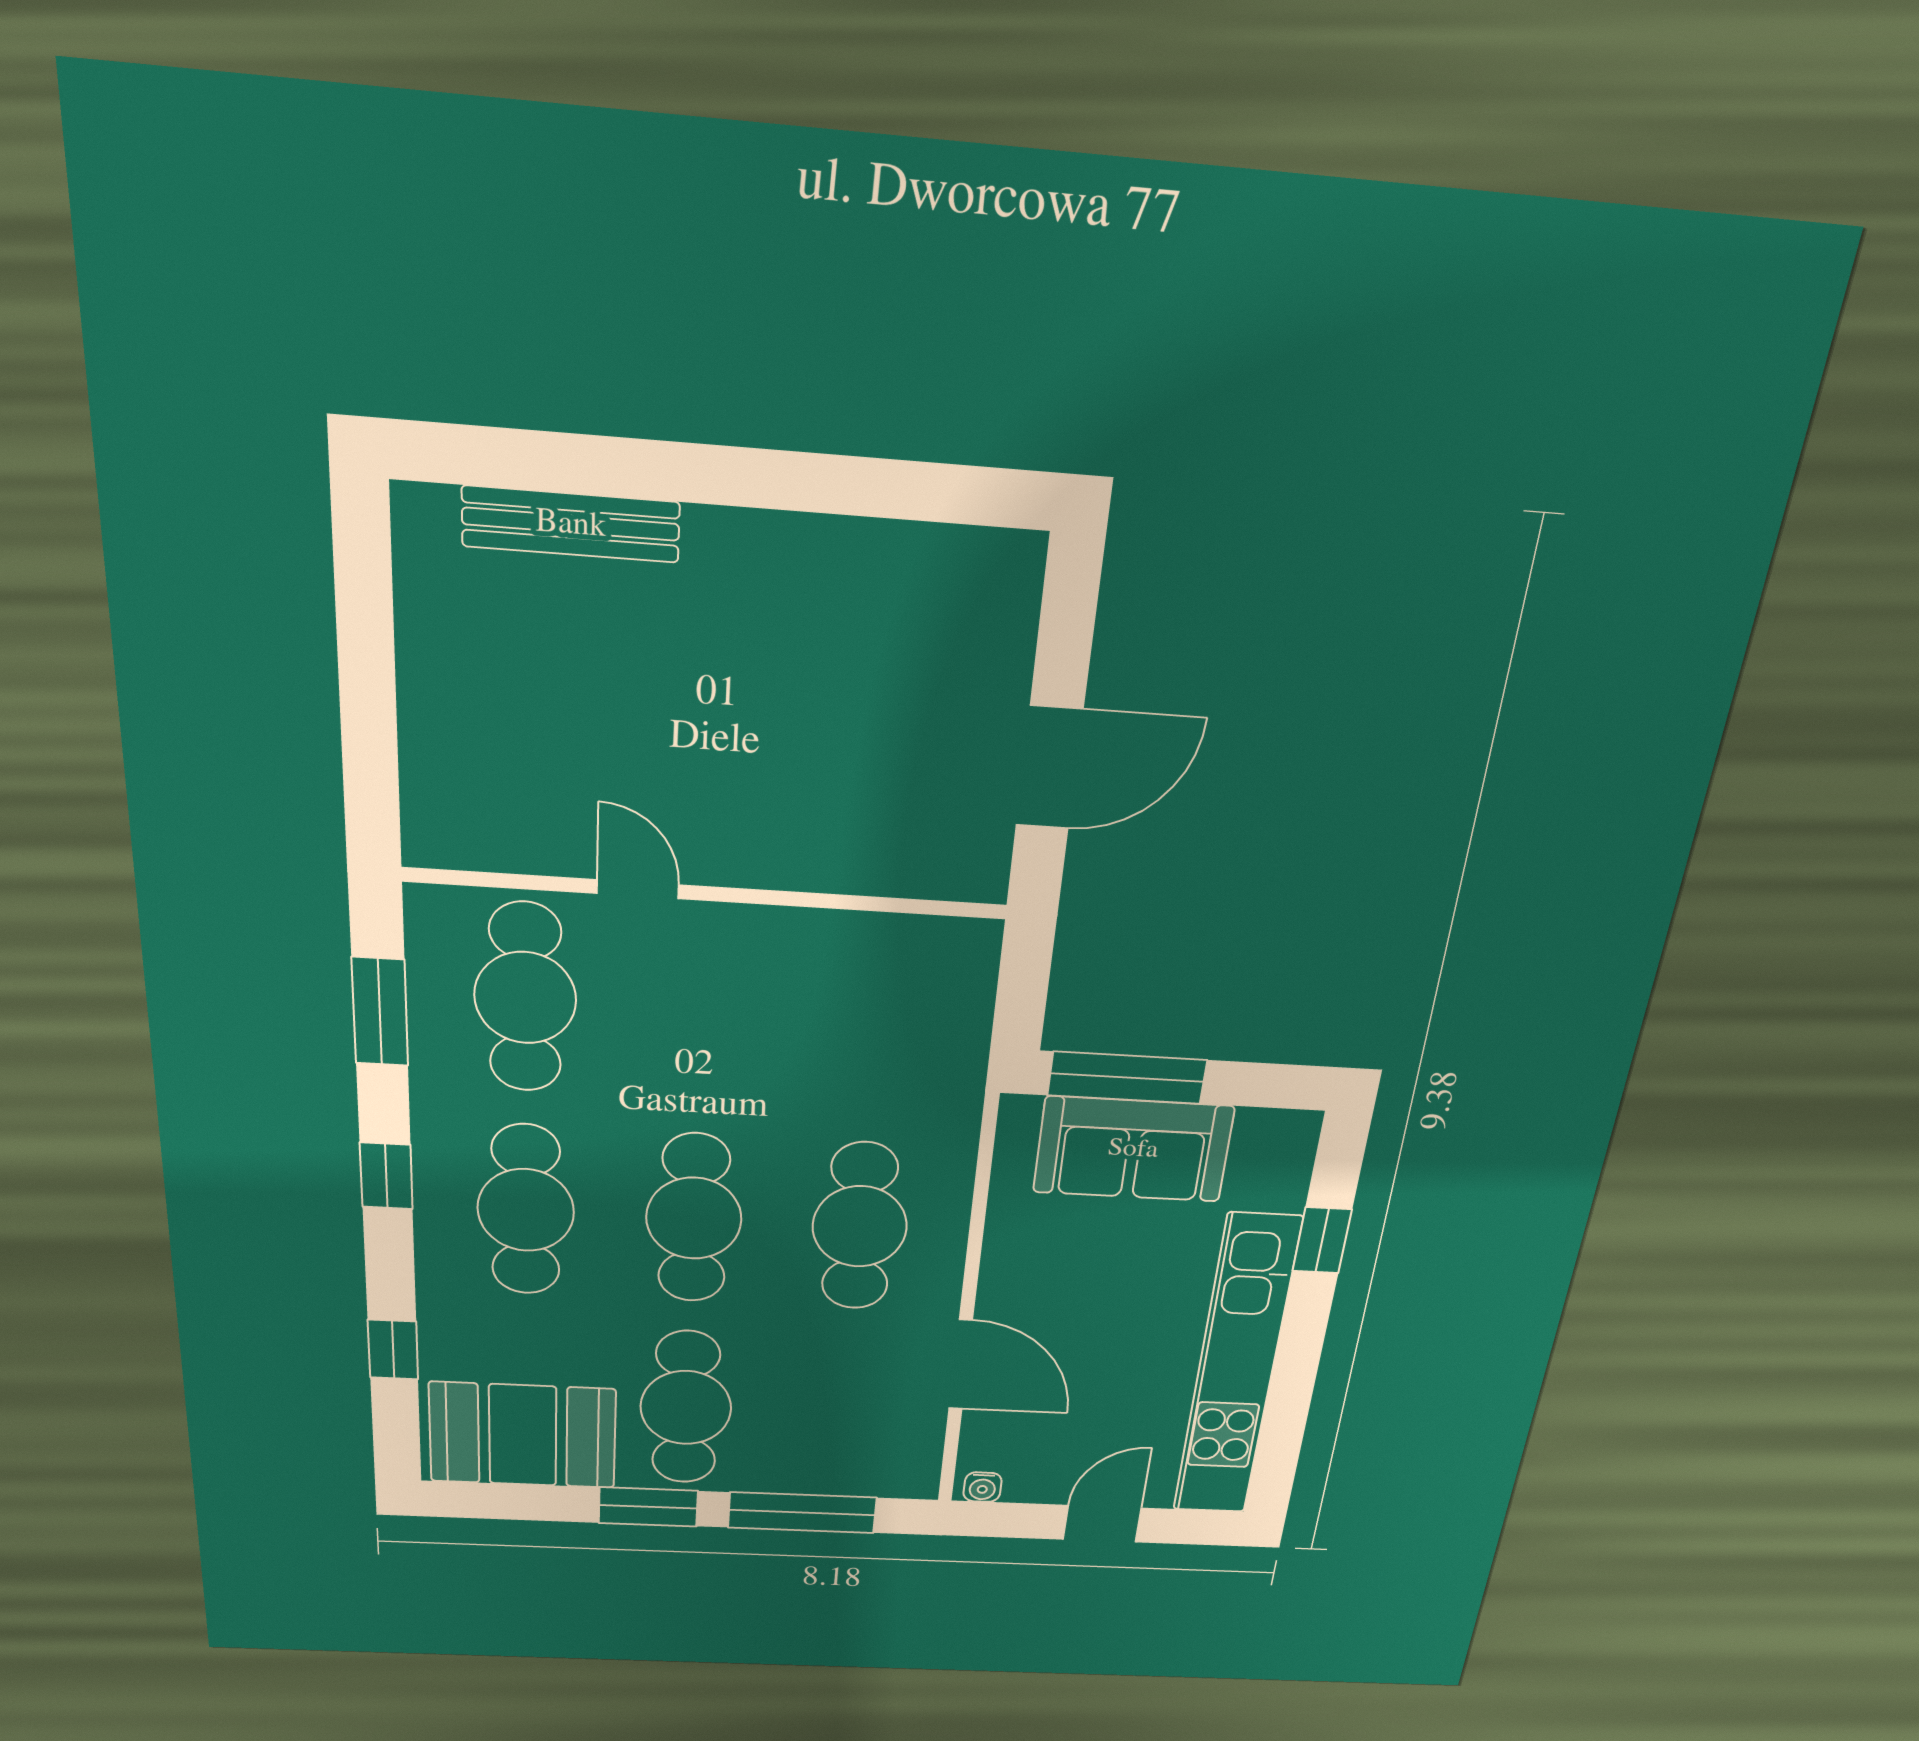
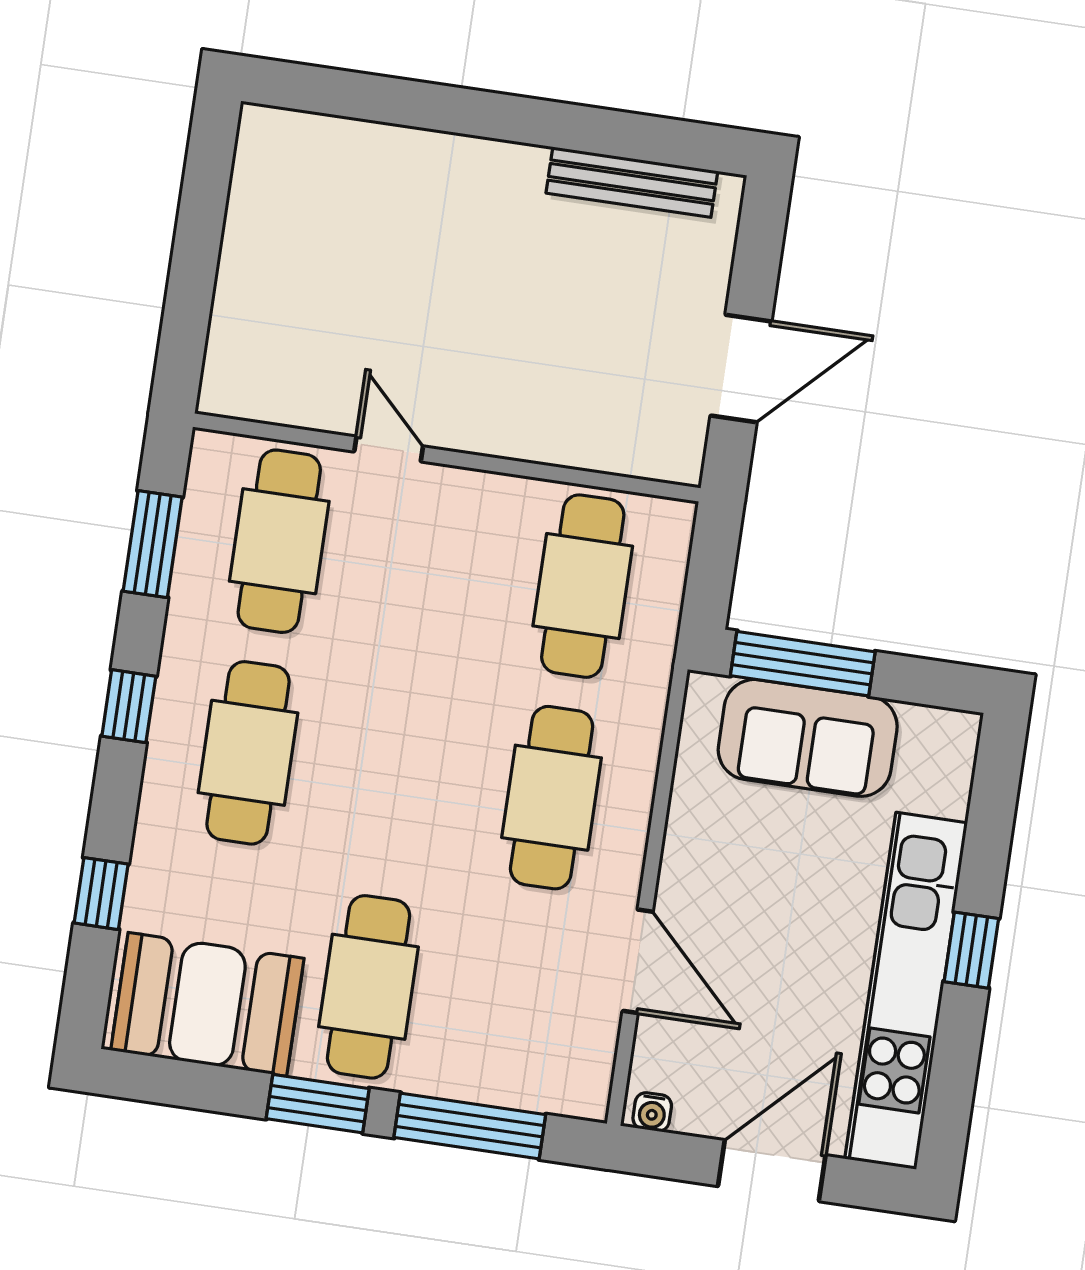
bench: (571, 524) -> (632, 182), moved
cafe table: (694, 1218) -> (583, 586), moved
window: (1322, 1240) -> (971, 950), moved
door: (1102, 1524) -> (772, 1171), width x1.38

